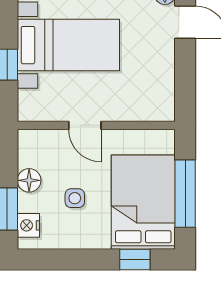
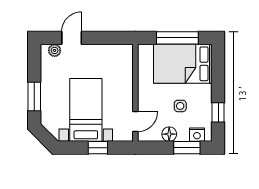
door: (85, 125) -> (135, 122), moved
window: (135, 259) -> (218, 112), moved

